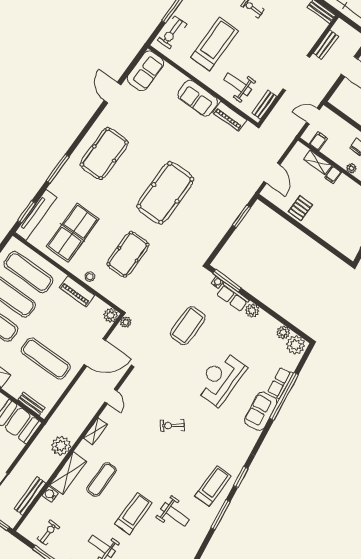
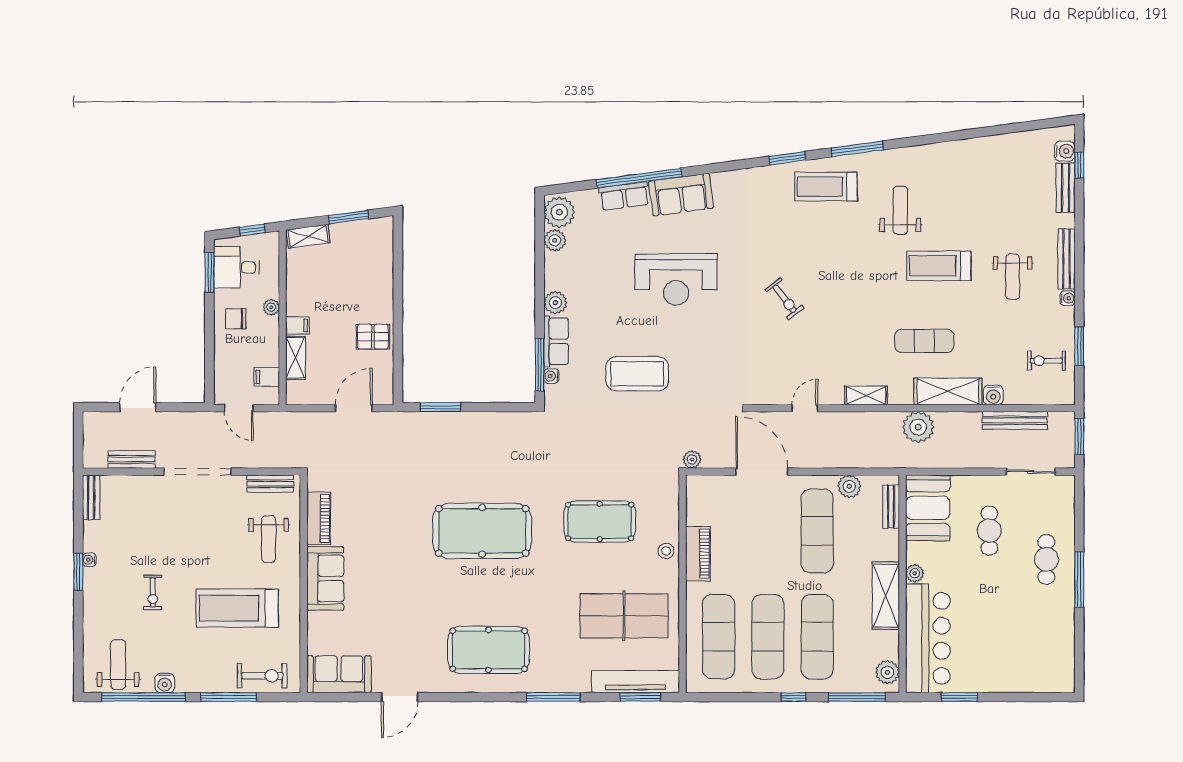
plant: (111, 315) -> (849, 486), moved

